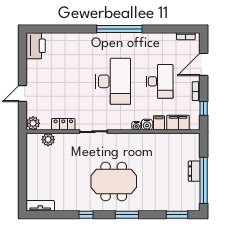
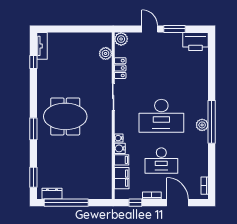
plant: (123, 39) -> (202, 125), added
window: (23, 68) -> (174, 29), added
dresser: (194, 171) -> (52, 194), moved
meeting table: (114, 182) -> (65, 116), turned 90
window: (86, 215) -> (33, 62), moved

